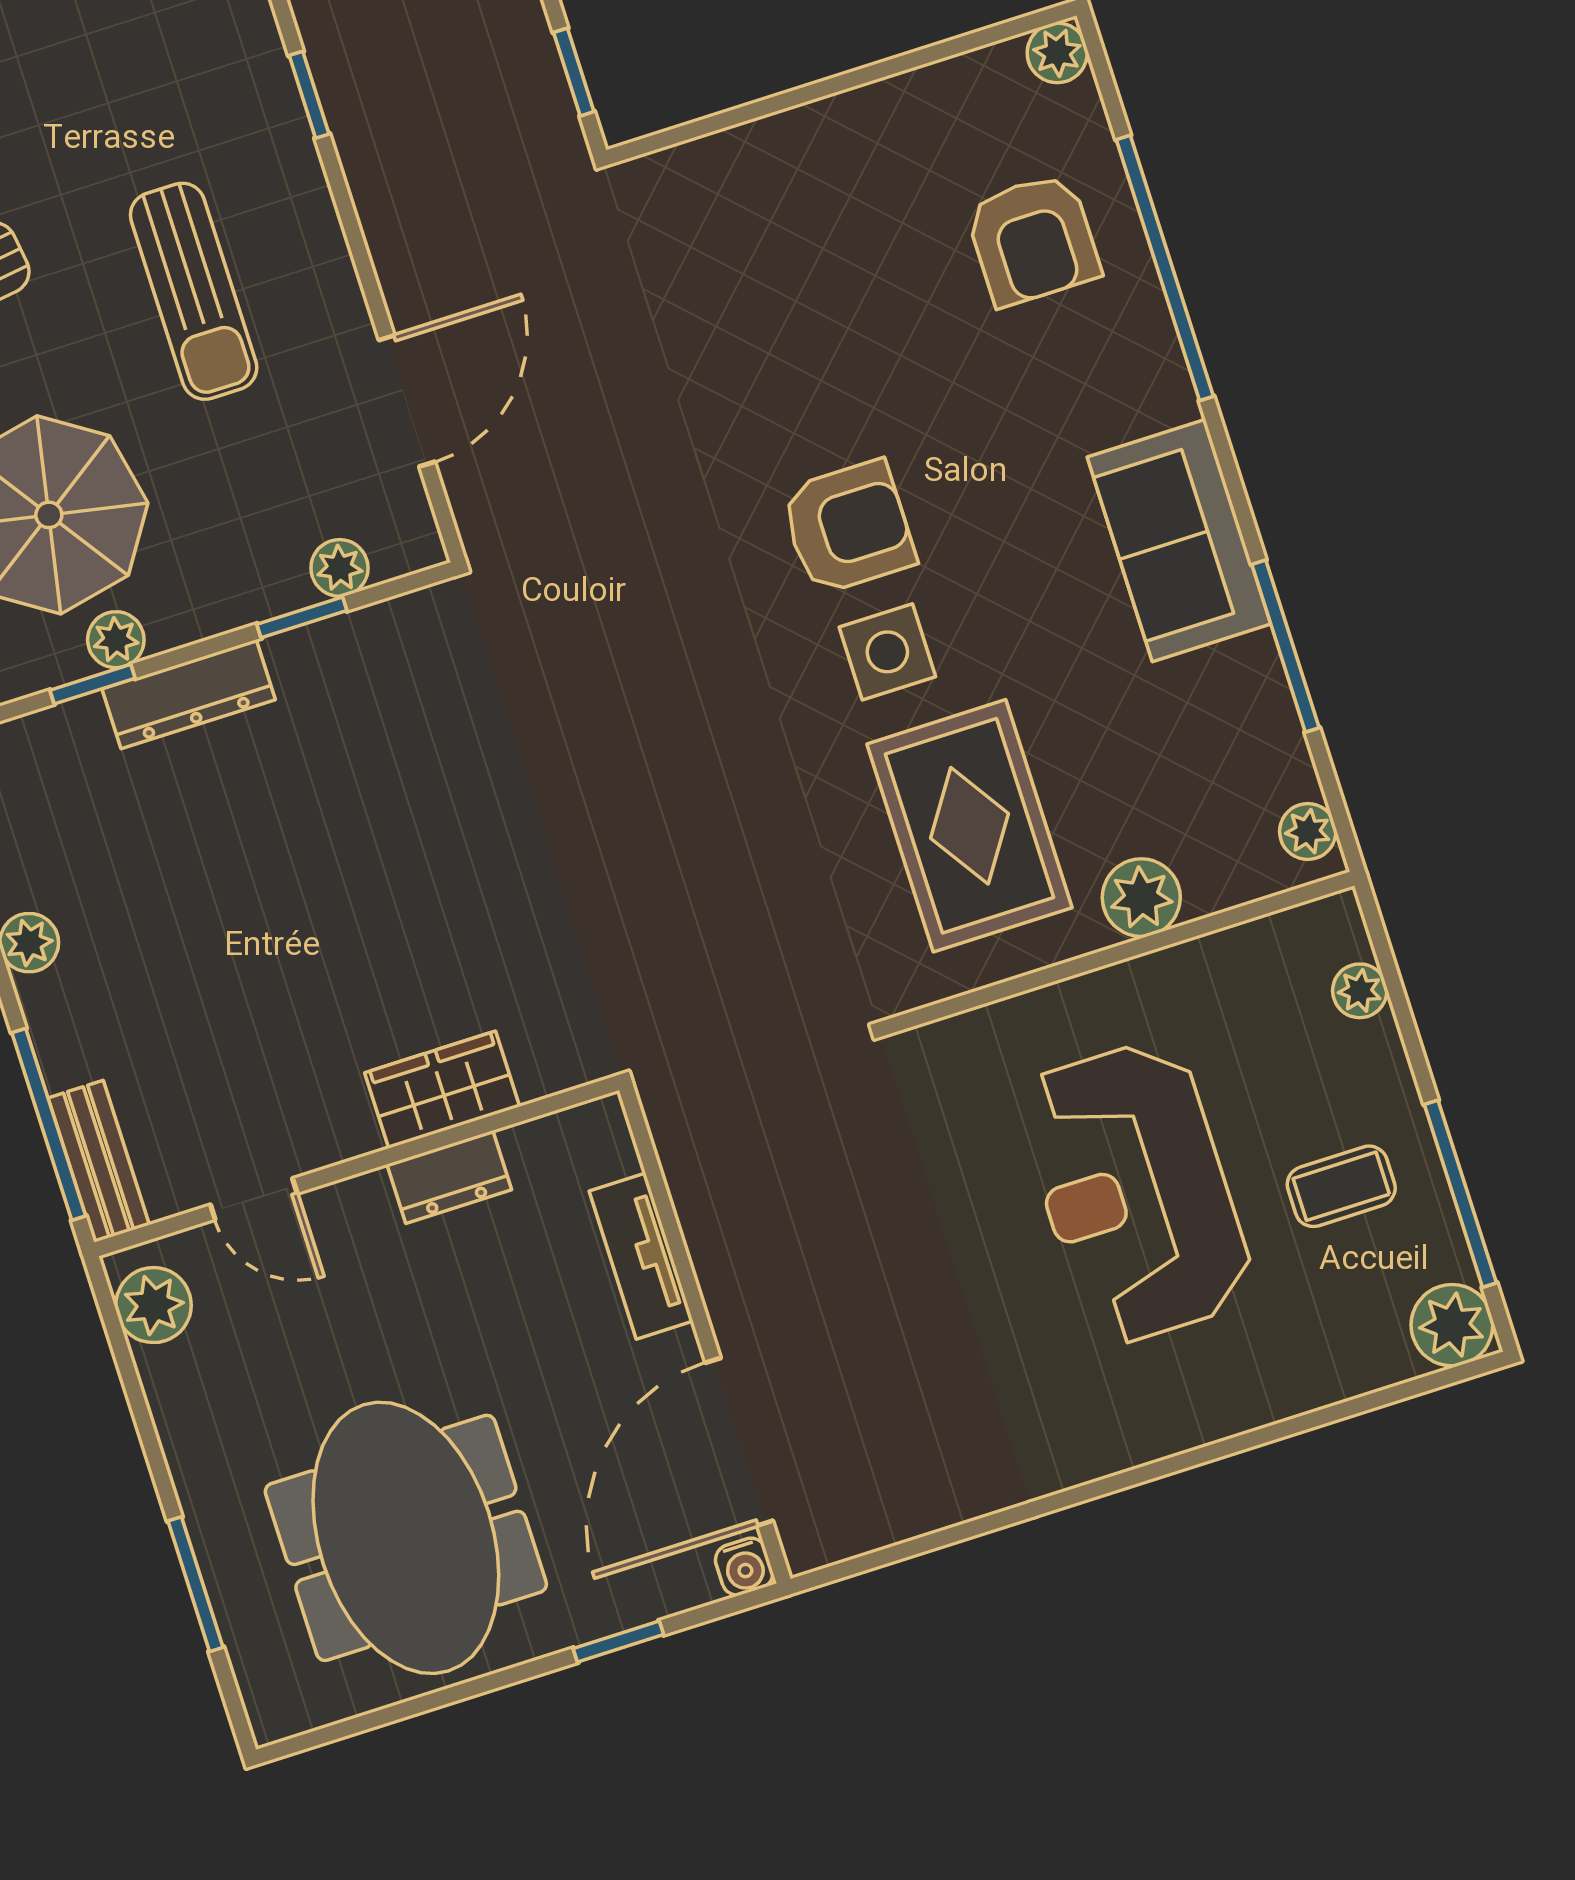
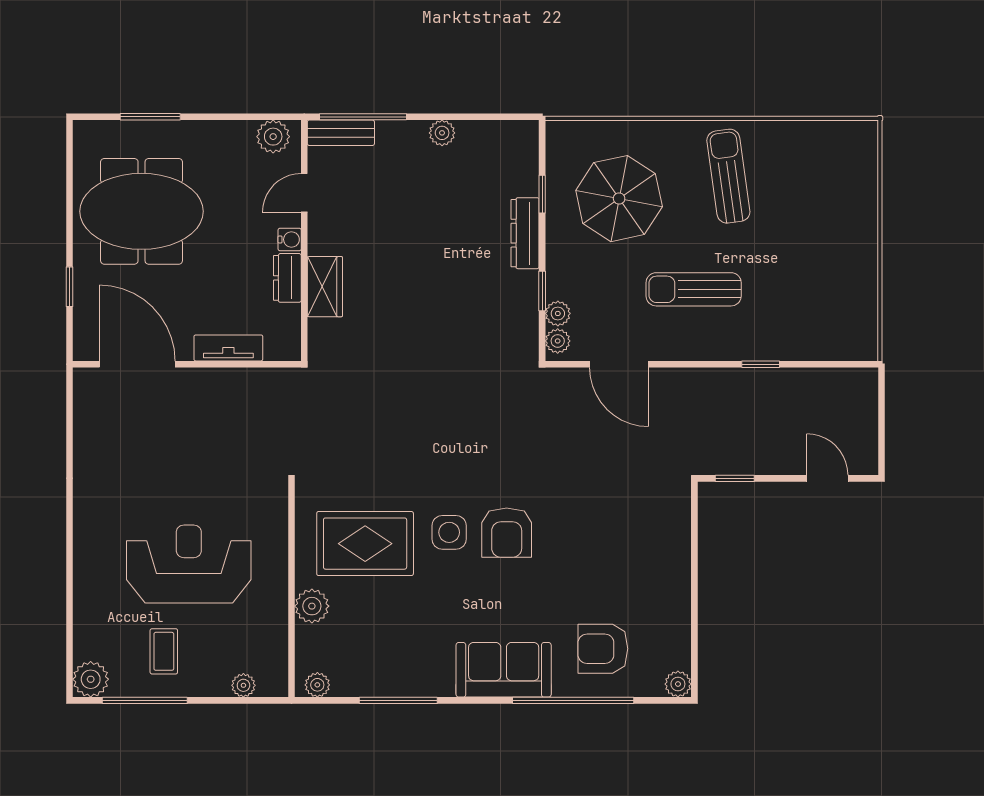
sofa: (1179, 541) -> (504, 670), moved
plant: (116, 640) -> (558, 341), moved
water cooler: (744, 1567) -> (290, 239), moved, turned 180

